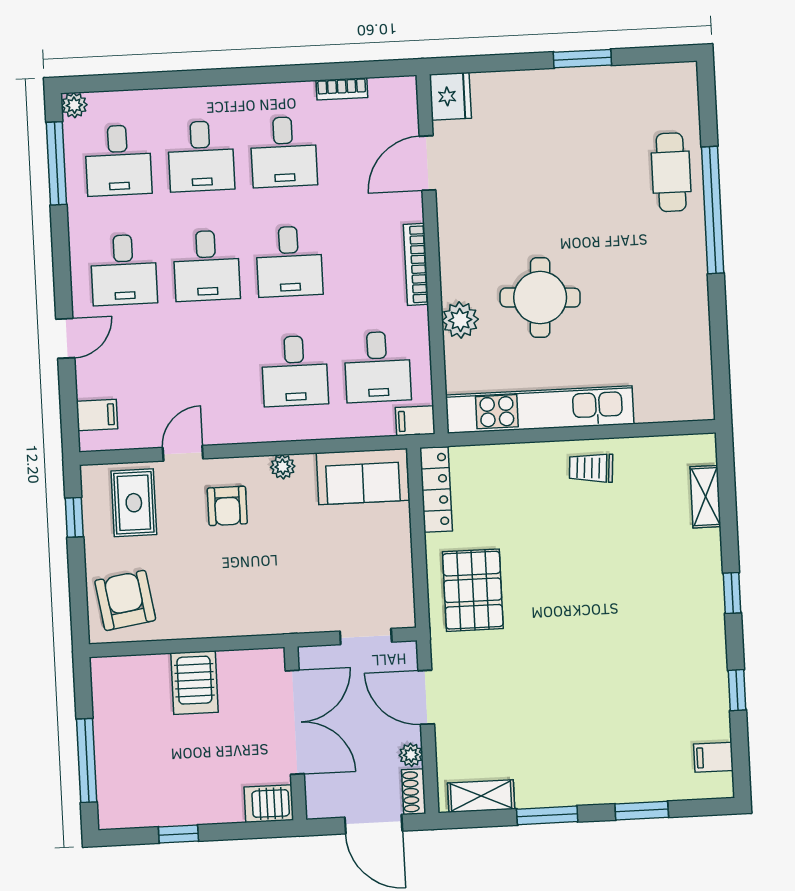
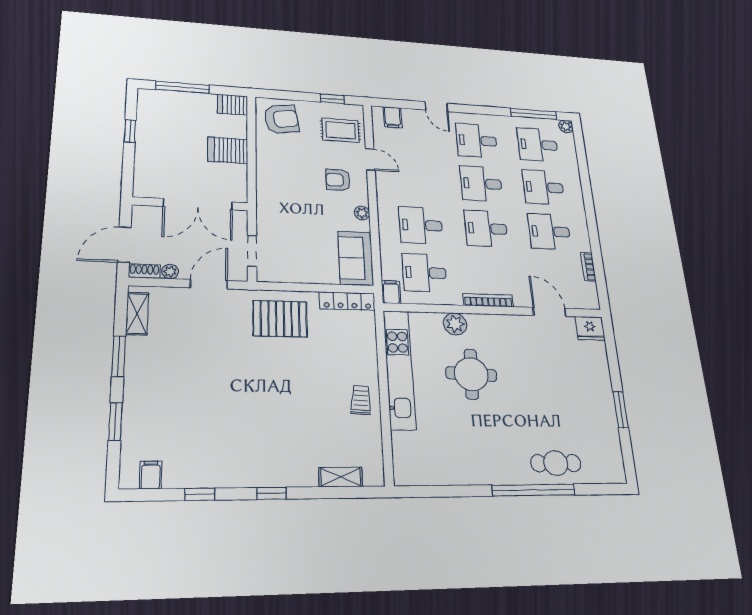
server rack: (269, 804) -> (233, 105), moved, turned -90

